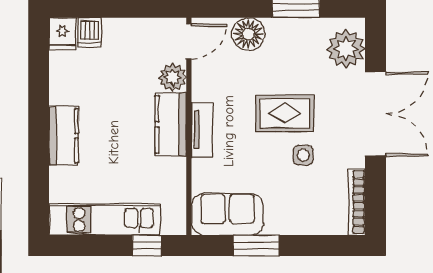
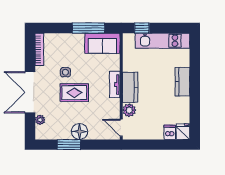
floor lamp: (248, 34) -> (80, 131), moved
door: (189, 42) -> (121, 128), hinge flipped
plant: (346, 49) -> (40, 120), width x0.53, depth x0.53
window: (256, 246) -> (88, 28), width x1.44

